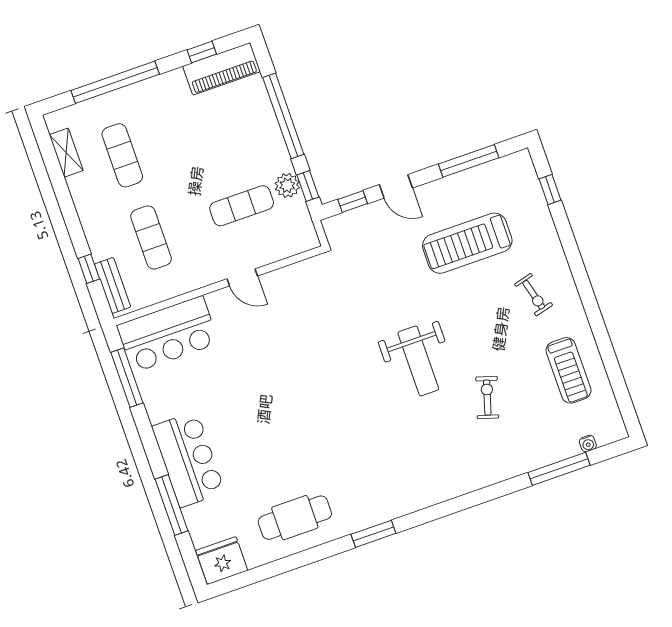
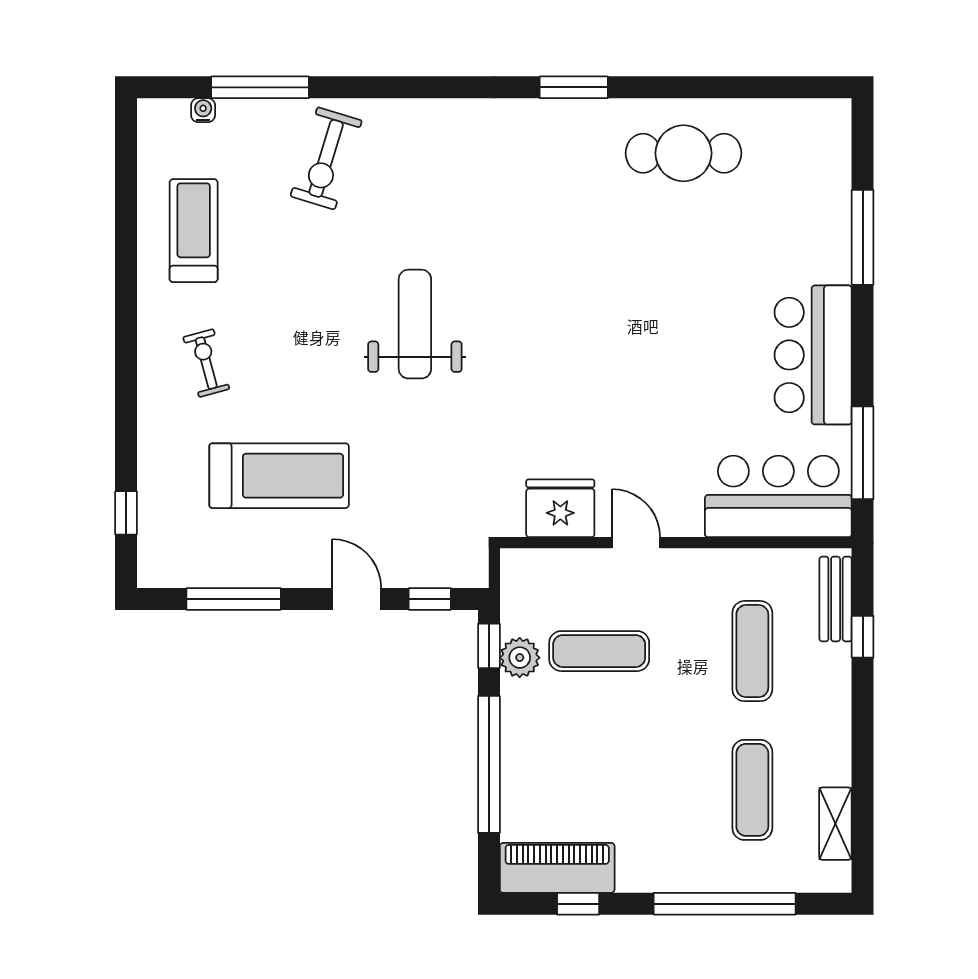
exercise bike: (487, 397) -> (326, 158), moved, width x1.38, depth x1.39
bar counter: (188, 459) -> (813, 355), moved
fridge: (222, 561) -> (560, 508), moved, turned 180

